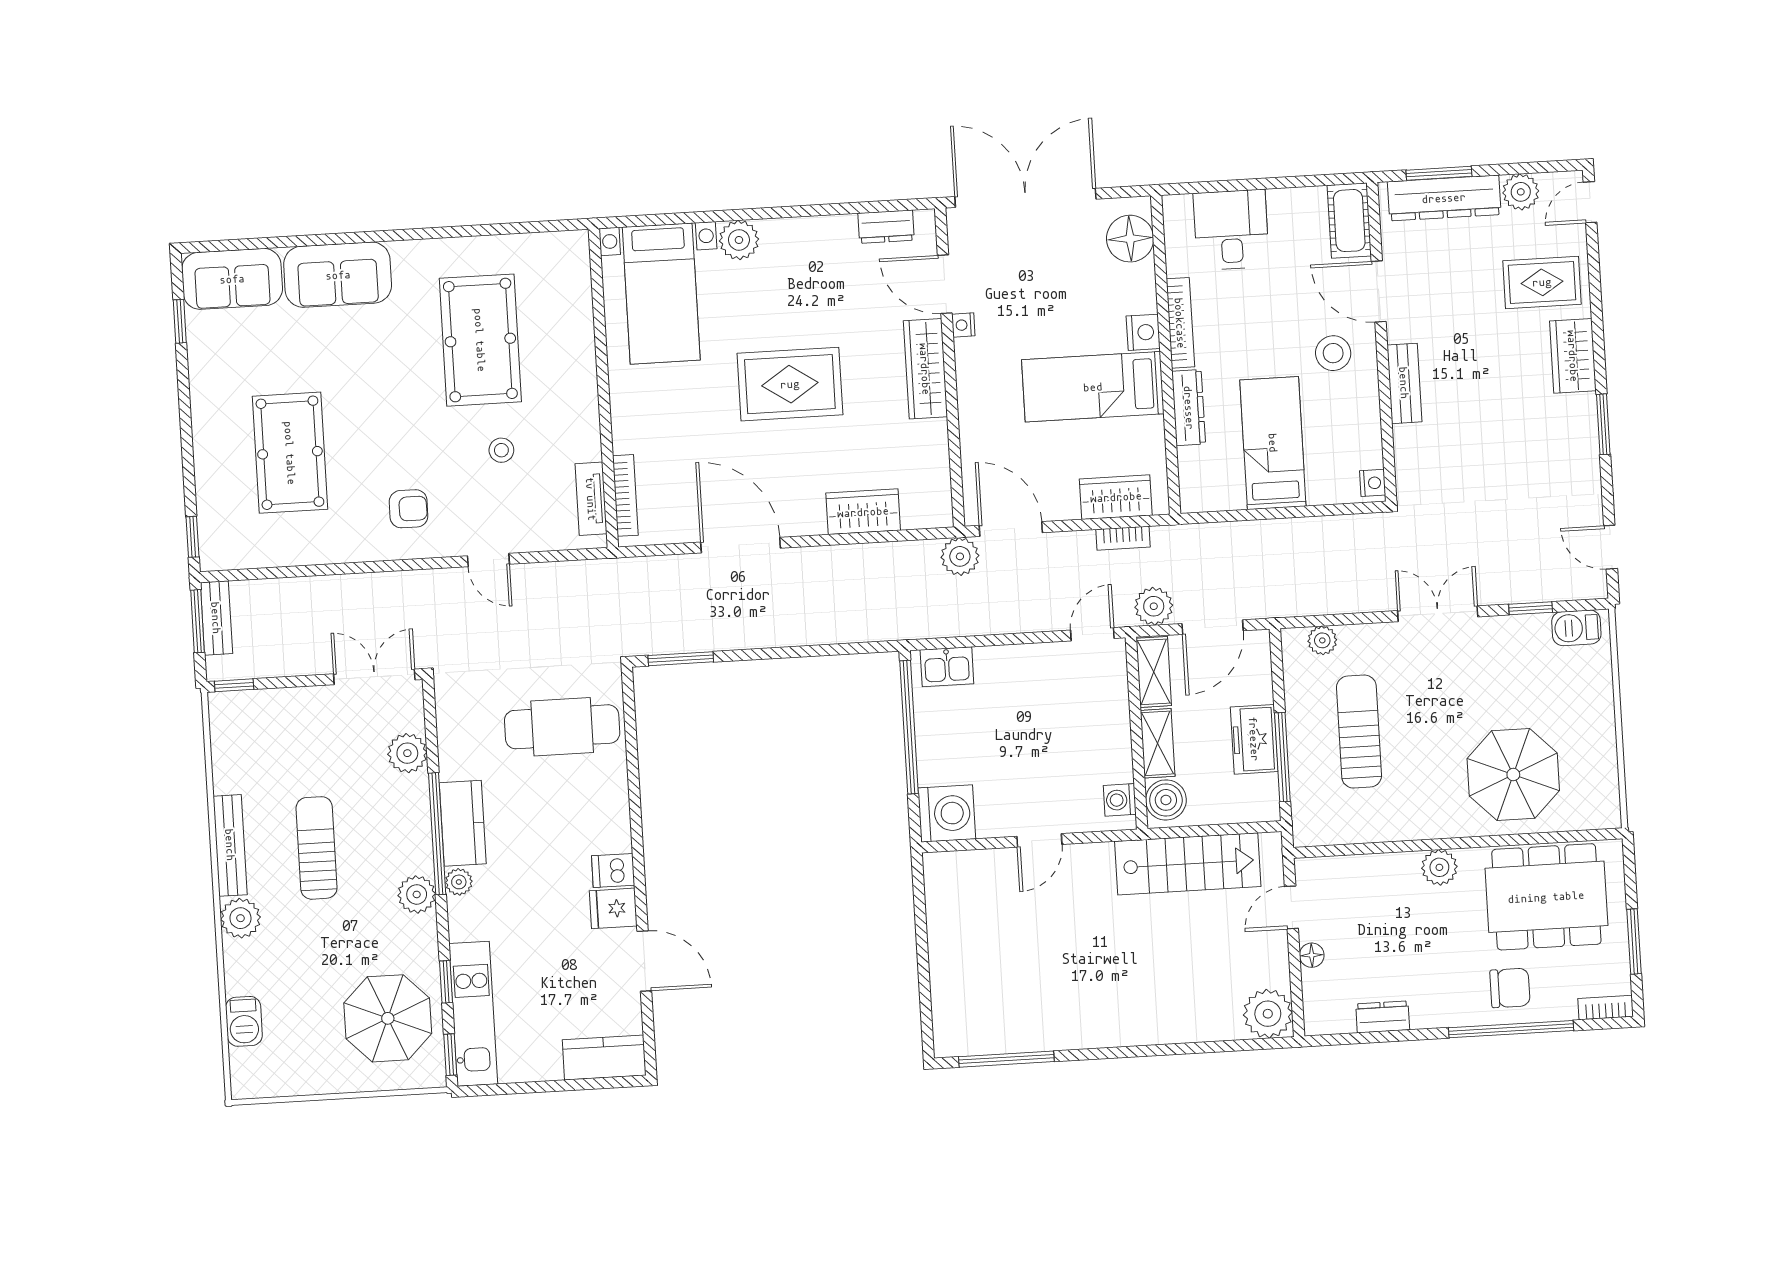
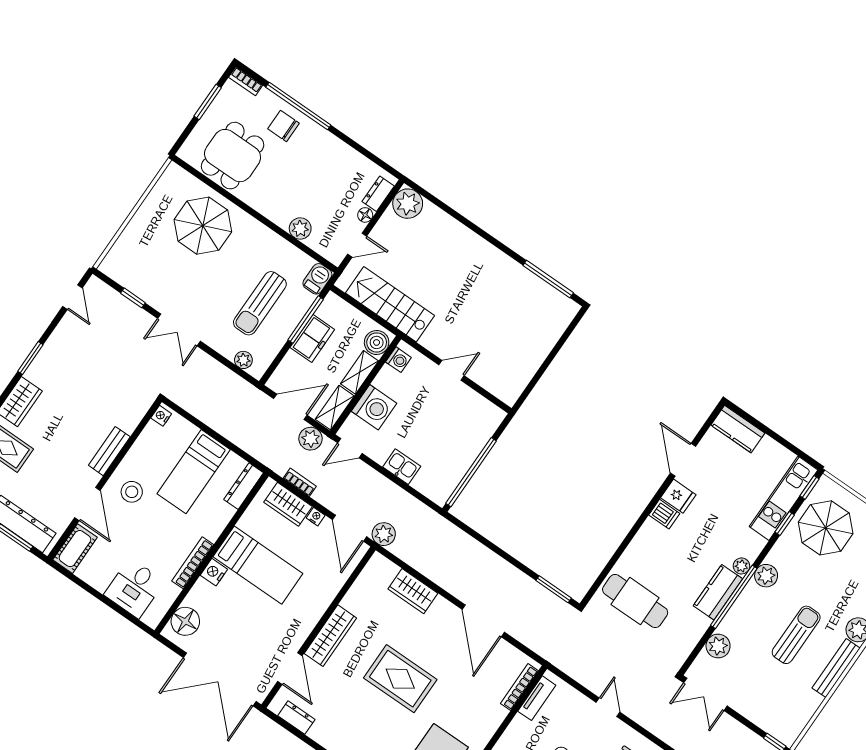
nightstand: (963, 325) -> (316, 517), moved, turned -90
dresser: (1189, 408) -> (244, 486), moved
barbecue: (1576, 628) -> (317, 279), moved, turned -90
kitchen sink: (947, 667) -> (402, 467), moved
washing machine: (947, 813) -> (374, 407), moved, turned 180
sun lounger: (317, 848) -> (796, 635), turned 180
plant: (1439, 867) -> (300, 229), moved
dining table: (1546, 897) -> (233, 156), width x0.73
dresser: (1383, 1017) -> (378, 194), moved, turned 90

